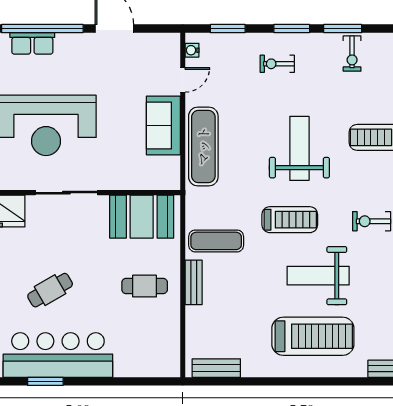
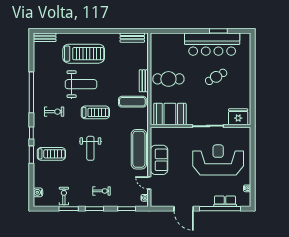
door: (183, 80) -> (149, 183), hinge flipped
weight bench: (299, 148) -> (90, 148), width x0.73, depth x0.75
treadmill: (290, 220) -> (95, 112), turned 180
cafe table: (145, 286) -> (168, 79), width x1.37, depth x1.35
treadmill: (313, 336) -> (84, 54), turned 180

